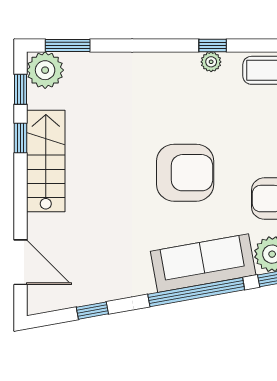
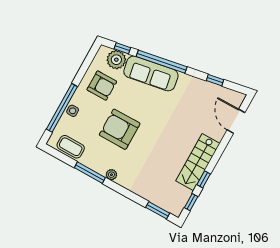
window: (213, 46) -> (90, 173), width x2.17
plant: (211, 62) -> (111, 175), moved
plant: (45, 70) -> (175, 205), removed
armchair: (185, 173) -> (120, 129), moved

